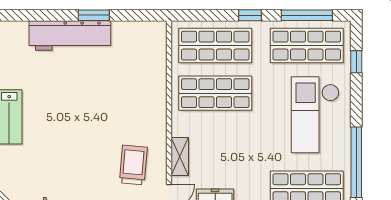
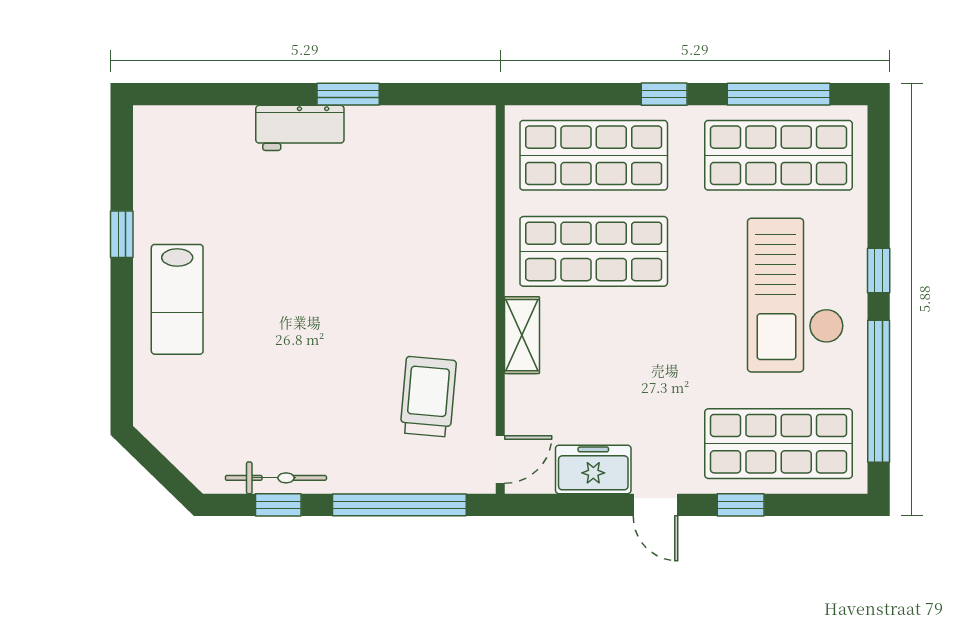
workbench: (70, 36) -> (300, 128), width x0.53, depth x0.76
window: (356, 62) -> (879, 270), moved
shelving: (180, 156) -> (522, 335), moved

